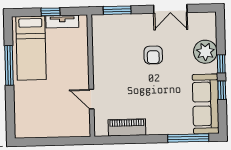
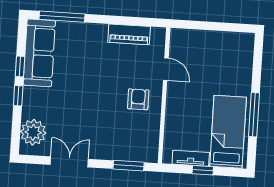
plant: (205, 52) -> (33, 132), moved
armchair: (153, 55) -> (138, 99), moved

